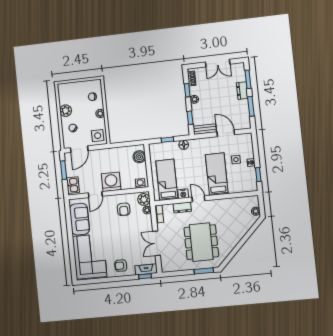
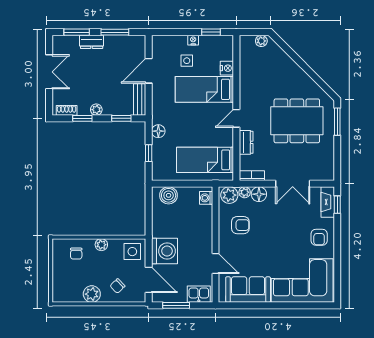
washing machine: (111, 182) -> (164, 251), moved, turned 180
nightstand: (183, 194) -> (227, 68), moved
floor lamp: (147, 220) -> (259, 194), added

